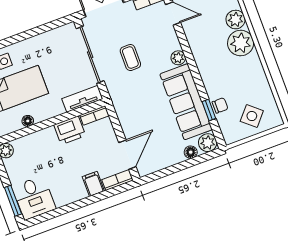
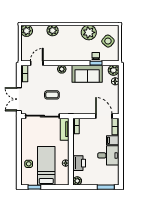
plant: (241, 43) -> (89, 32), moved
sofa: (186, 102) -> (87, 74), width x0.73
printer: (70, 130) -> (79, 163), moved
desk: (34, 198) -> (108, 155), moved

